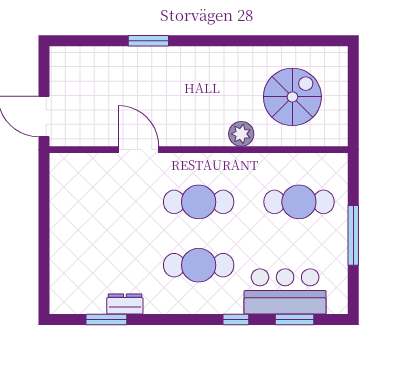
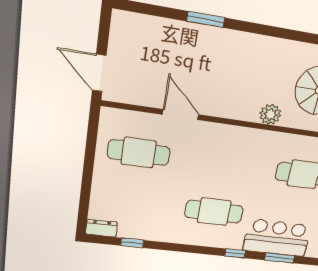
cafe table: (199, 202) -> (139, 153), moved
dresser: (125, 304) -> (102, 228), moved
window: (106, 320) -> (132, 243), width x0.67

